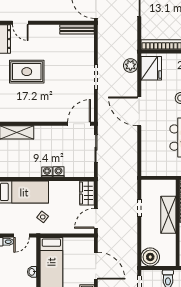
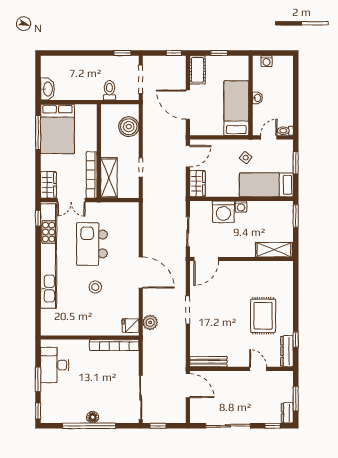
door: (20, 23) -> (258, 369), moved
fridge: (151, 68) -> (131, 326), width x0.53, depth x0.75
rug: (27, 72) -> (263, 316), turned 90
washing machine: (59, 172) -> (223, 212), width x1.89, depth x1.89
shelving: (168, 215) -> (109, 178), moved
boiler: (150, 257) -> (129, 127), moved

